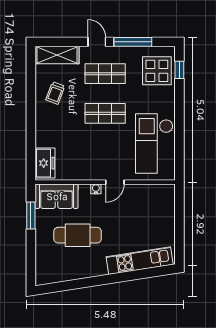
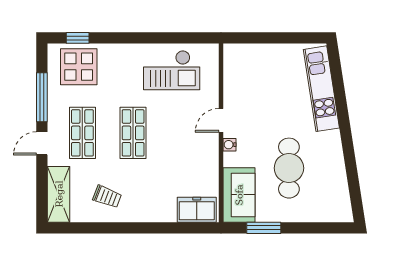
checkout: (154, 143) -> (172, 70), width x0.73, depth x0.83
door: (115, 182) -> (221, 120), swing flipped

